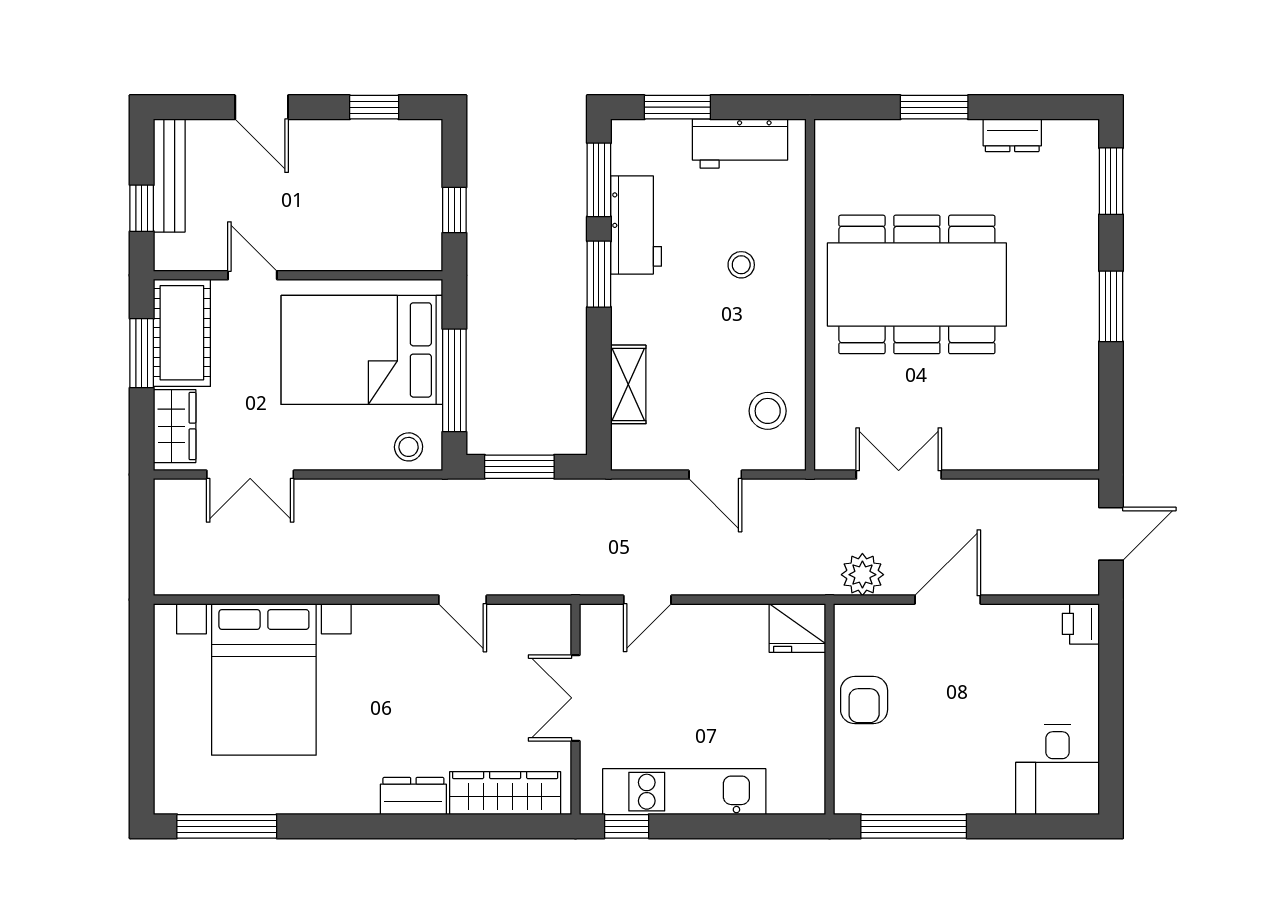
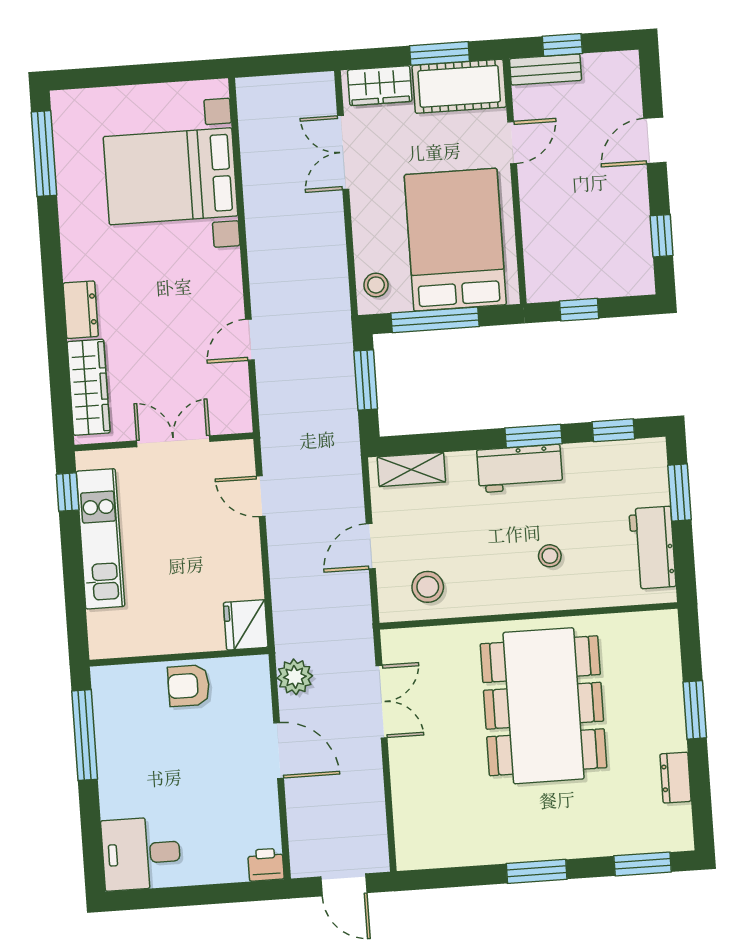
bench: (169, 175) -> (546, 69), moved, width x0.73
window: (599, 180) -> (613, 430), width x0.67
workbench: (636, 225) -> (520, 468), moved
shelving: (628, 384) -> (411, 469), moved

